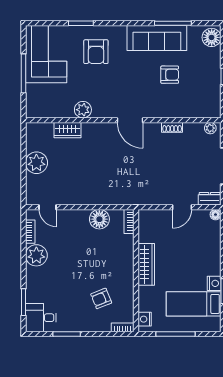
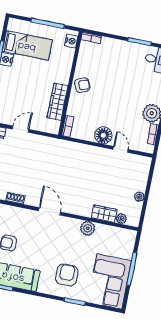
plant: (47, 128) -> (121, 219), added
plant: (36, 163) -> (139, 197), width x0.53, depth x0.53
door: (48, 207) -> (121, 149), moved
floor lamp: (99, 219) -> (103, 135), moved
wardrobe: (146, 264) -> (58, 102), moved
armchair: (101, 298) -> (82, 85), moved

